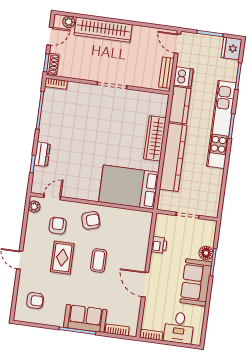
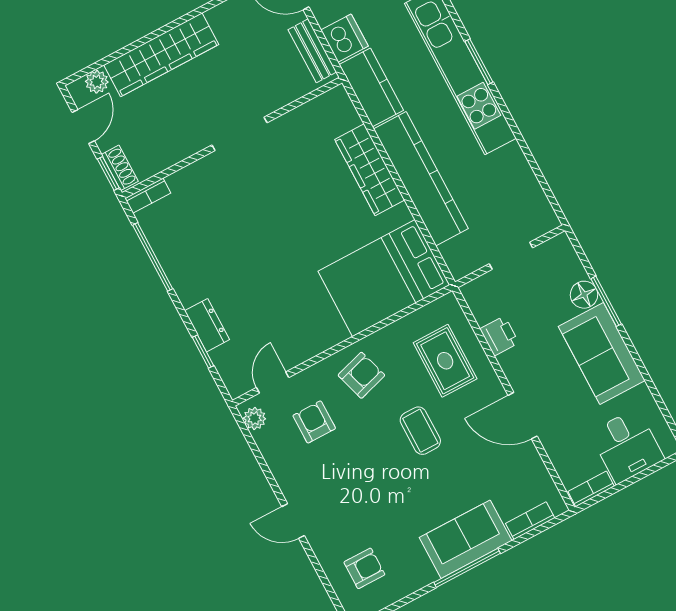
rug: (62, 258) -> (445, 361), moved

